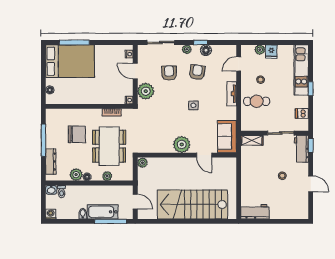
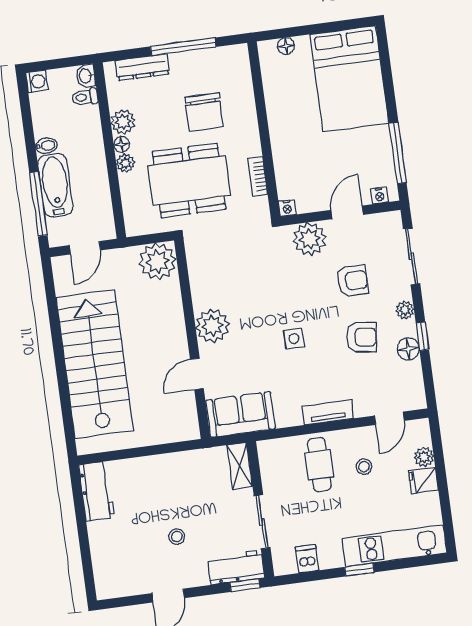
window: (74, 42) -> (398, 153), moved
door: (239, 64) -> (389, 418), swing flipped
plant: (142, 163) -> (157, 262), width x1.87, depth x1.87
plant: (107, 176) -> (125, 163), moved

